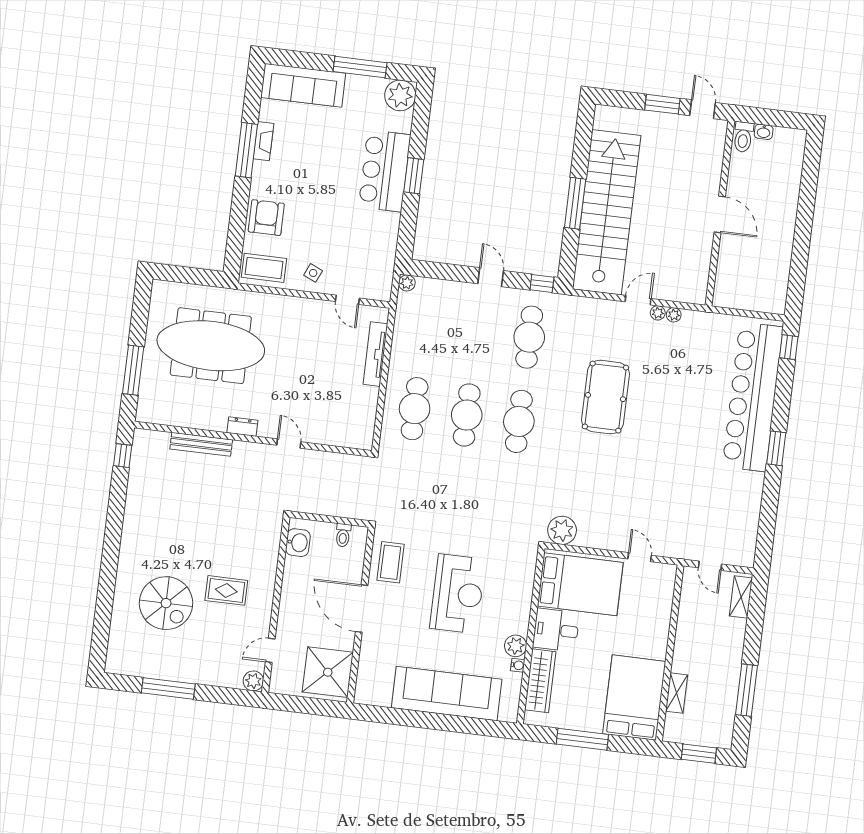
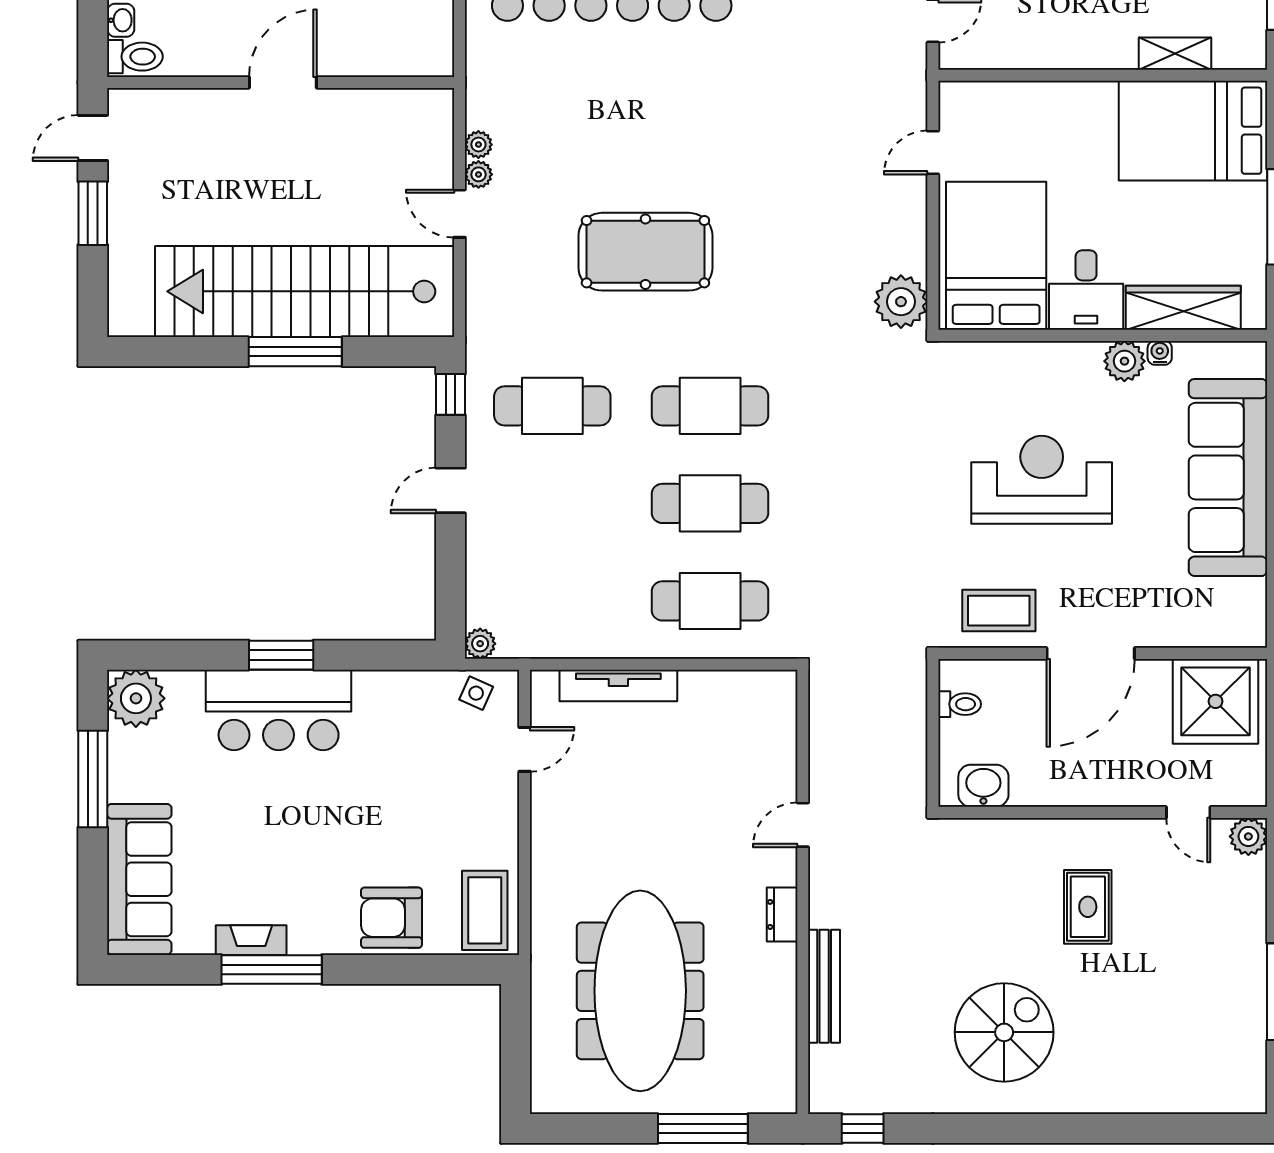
side table: (313, 273) -> (476, 693), moved
spiral stairs: (166, 603) -> (1004, 1032), moved

